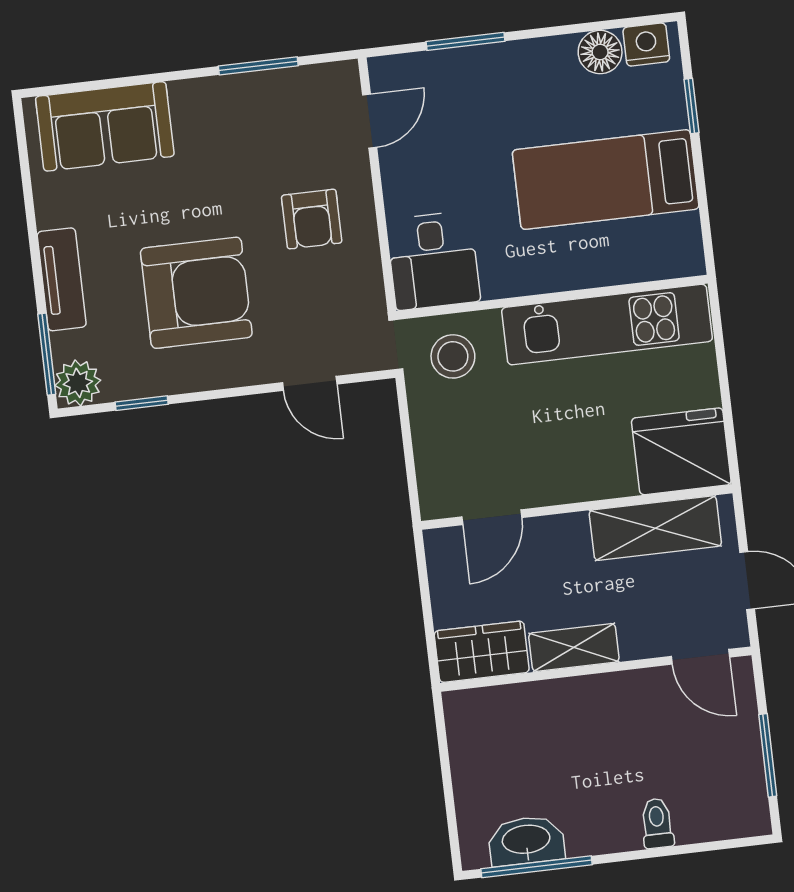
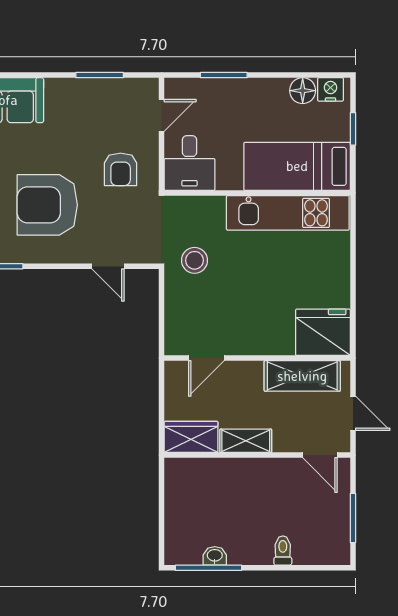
desk: (433, 261) -> (190, 163), moved
armchair: (196, 293) -> (47, 205), turned 180
wall: (552, 297) -> (257, 193), moved
kitchen unit: (607, 325) -> (288, 213), moved
washbasin: (526, 841) -> (215, 556), width x0.52, depth x0.69

